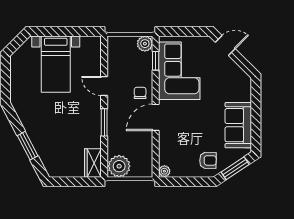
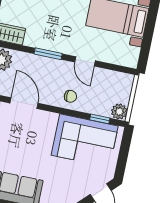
door: (104, 86) -> (85, 61), swing flipped
door: (156, 117) -> (24, 103), moved

